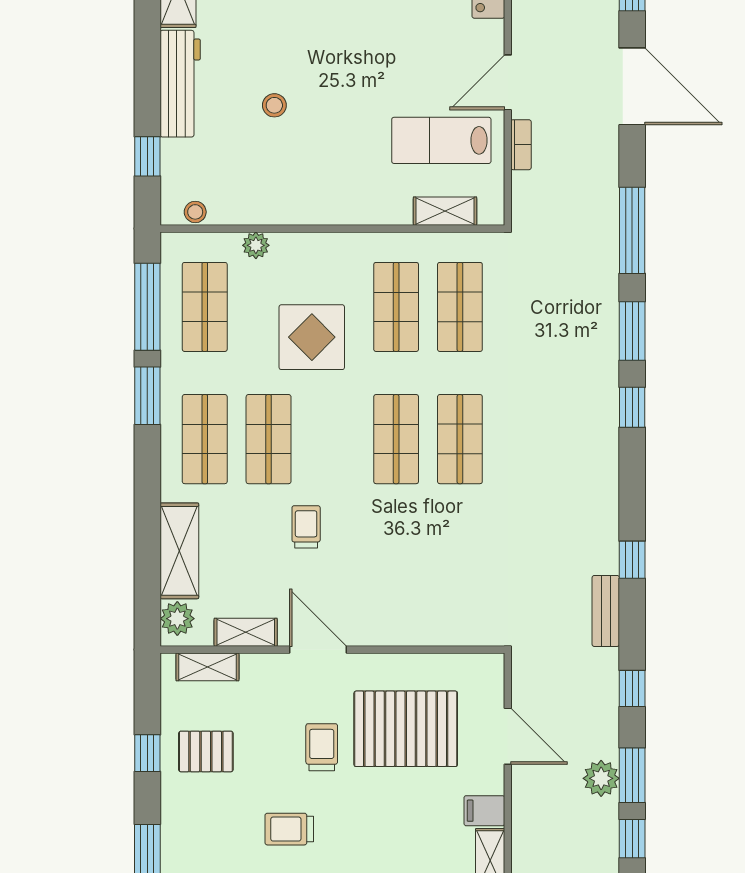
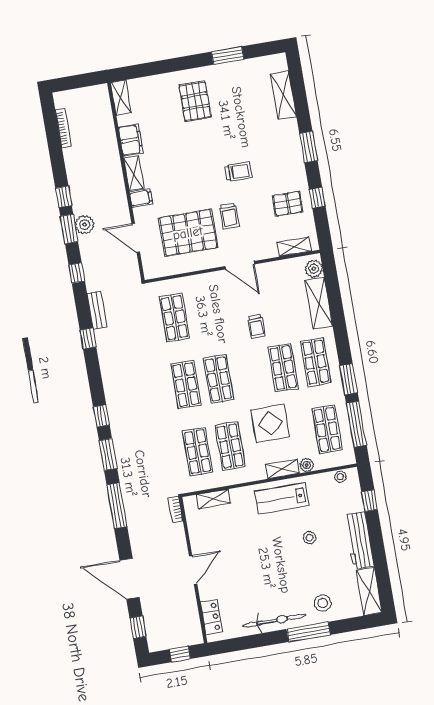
lab bench: (441, 140) -> (282, 499), moved, turned 180
bookcase: (521, 145) -> (176, 510), moved
shop shelf: (460, 571) -> (174, 317), added
shelving: (246, 632) -> (283, 469), moved

